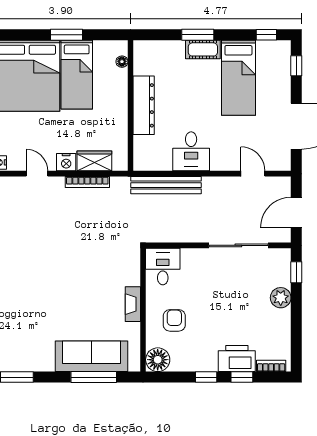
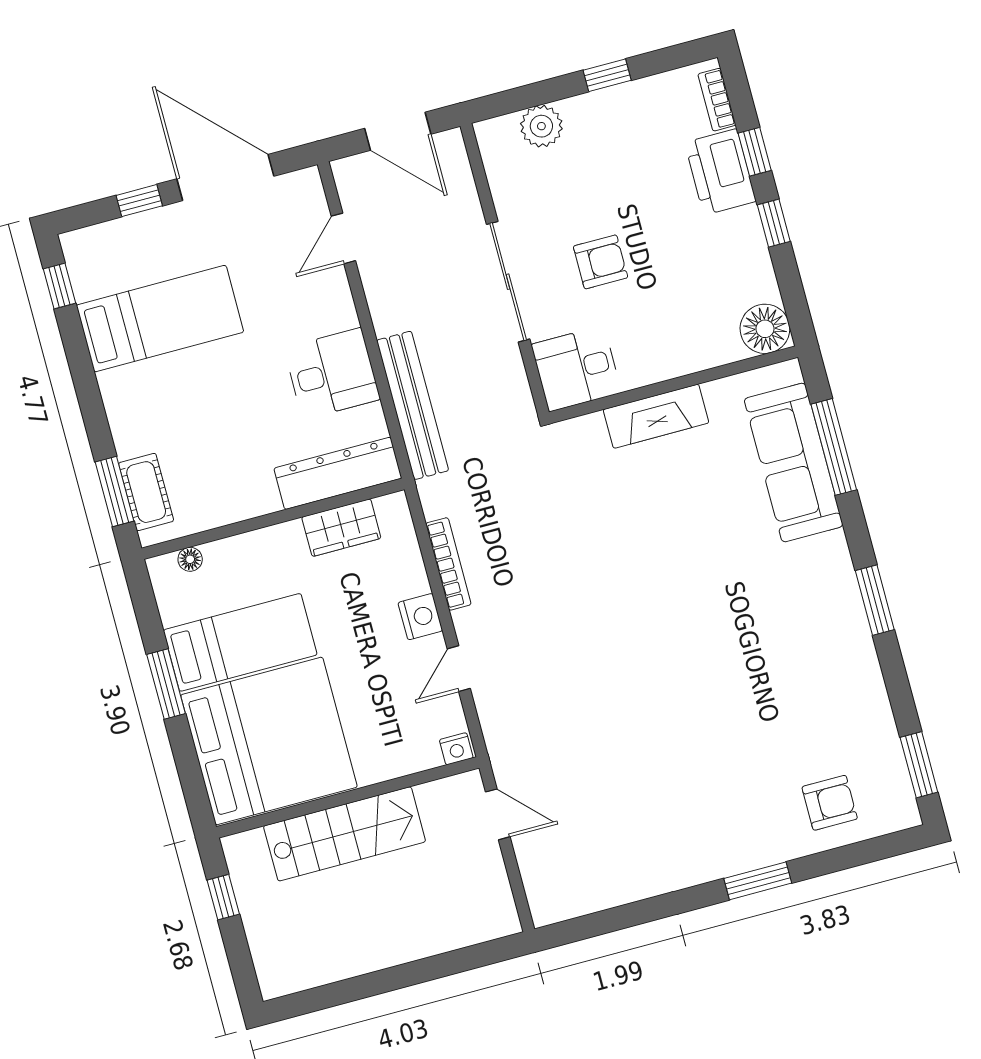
window: (198, 35) -> (115, 492), moved
cot: (203, 49) -> (146, 492), moved
window: (296, 66) -> (139, 201), moved
dresser: (144, 105) -> (338, 473), moved
wardrobe: (94, 161) -> (341, 528), moved, turned -90
sliding door: (238, 245) -> (508, 282), moved
window: (296, 272) -> (607, 75), moved
plant: (281, 298) -> (541, 126), moved
fireplace: (133, 304) -> (656, 416), width x1.37, depth x1.32
armchair: (174, 320) -> (601, 262), moved, turned 180

